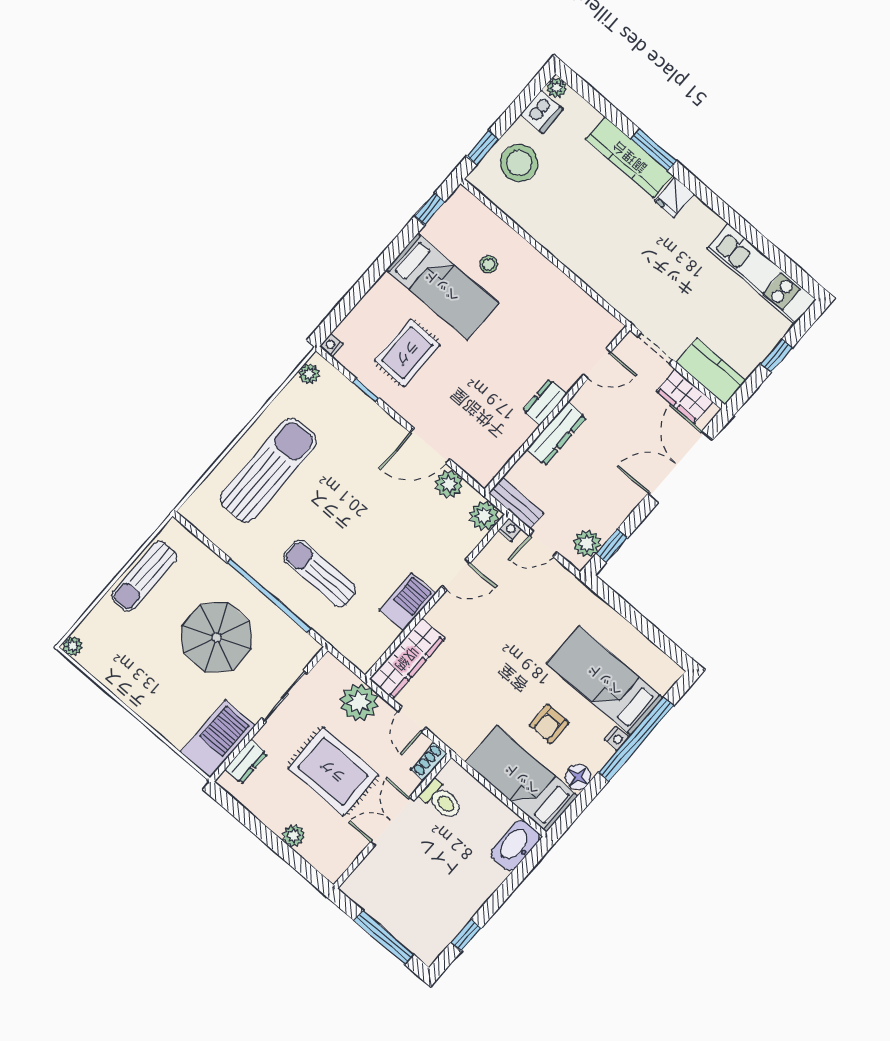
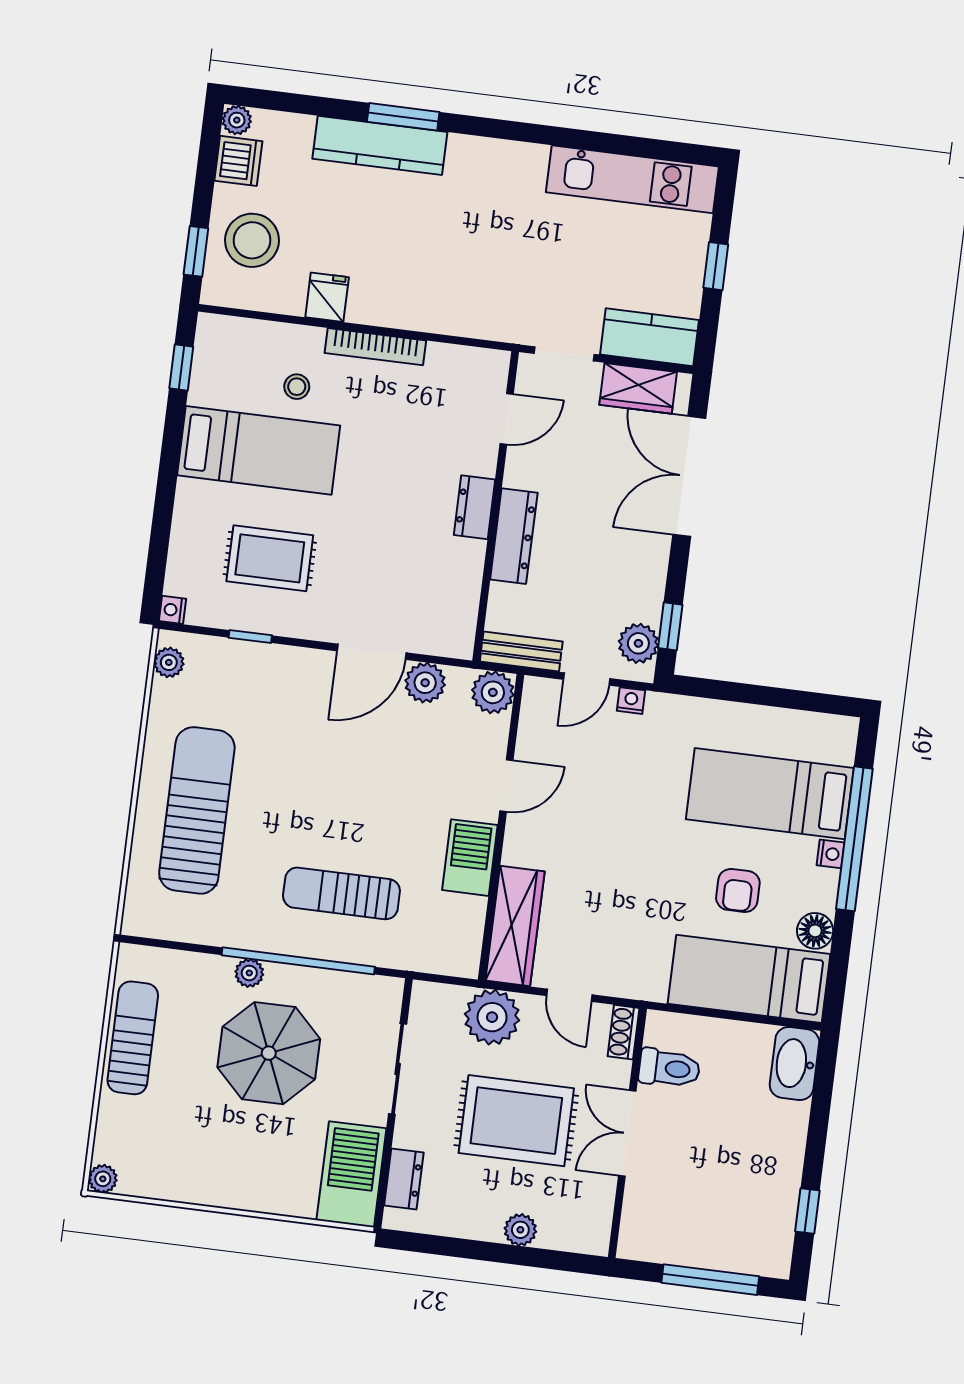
fridge: (674, 197) -> (327, 297), moved, turned 180
bookcase: (549, 271) -> (375, 347), added
rug: (407, 353) -> (270, 558), turned 90
nightstand: (510, 530) -> (631, 701), moved
sun lounger: (144, 576) -> (133, 1038), turned 180
plant: (236, 584) -> (249, 973), added

